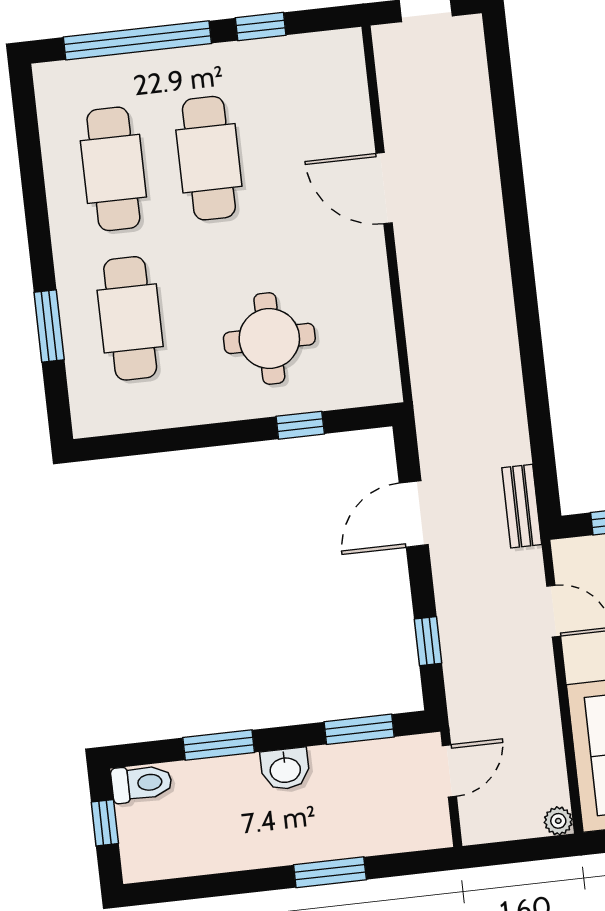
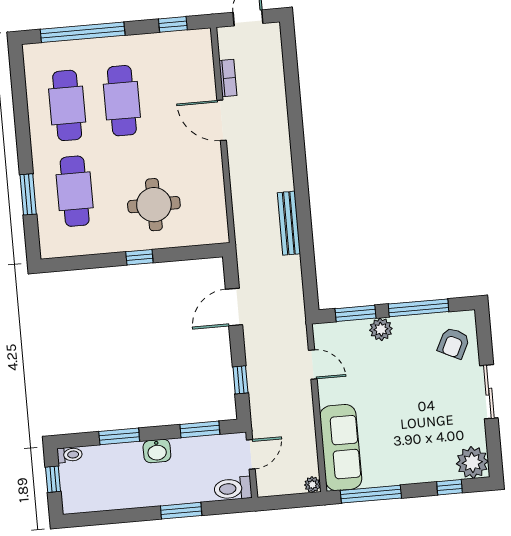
window: (261, 26) -> (173, 24), moved
bookcase: (393, 114) -> (228, 78), added
window: (300, 425) -> (139, 257), moved
bench: (522, 506) -> (289, 223), moved, width x1.36
toilet: (142, 783) -> (70, 455), width x0.73, depth x0.72
toilet: (419, 831) -> (233, 488), added

